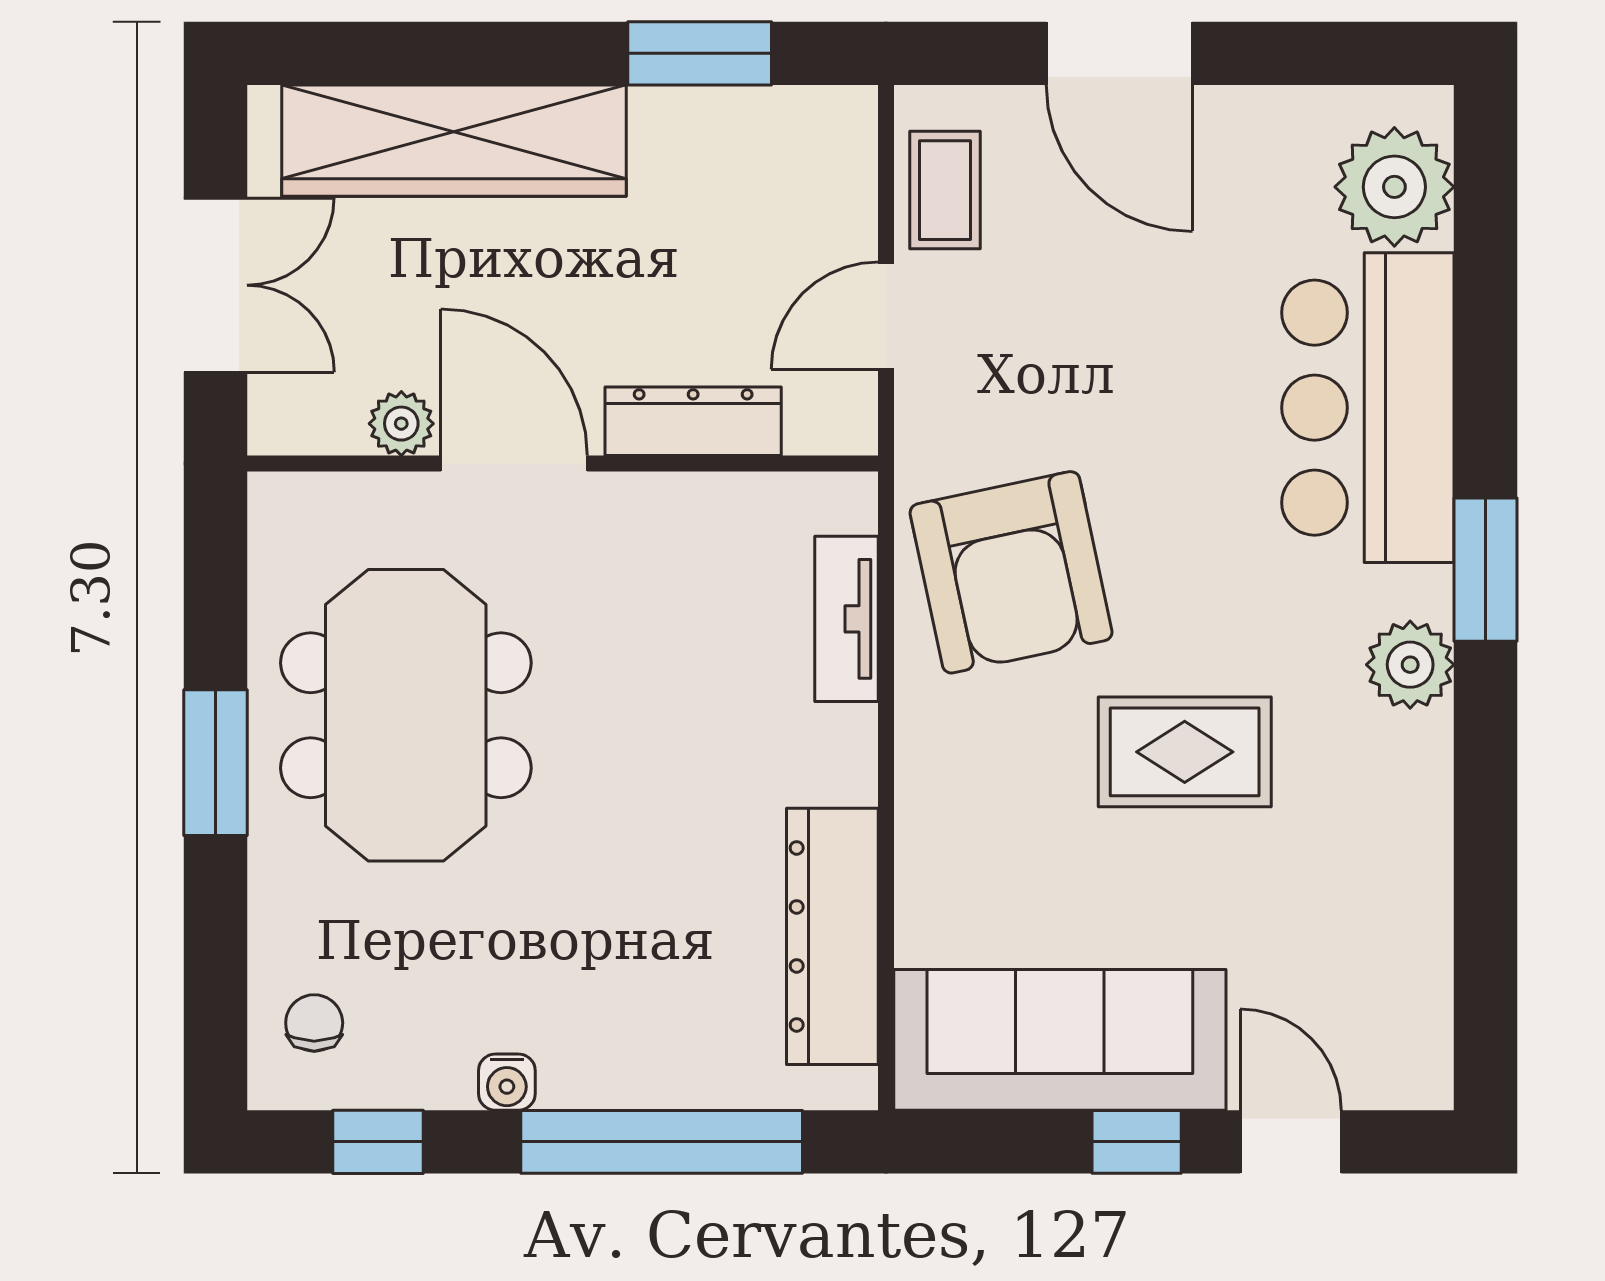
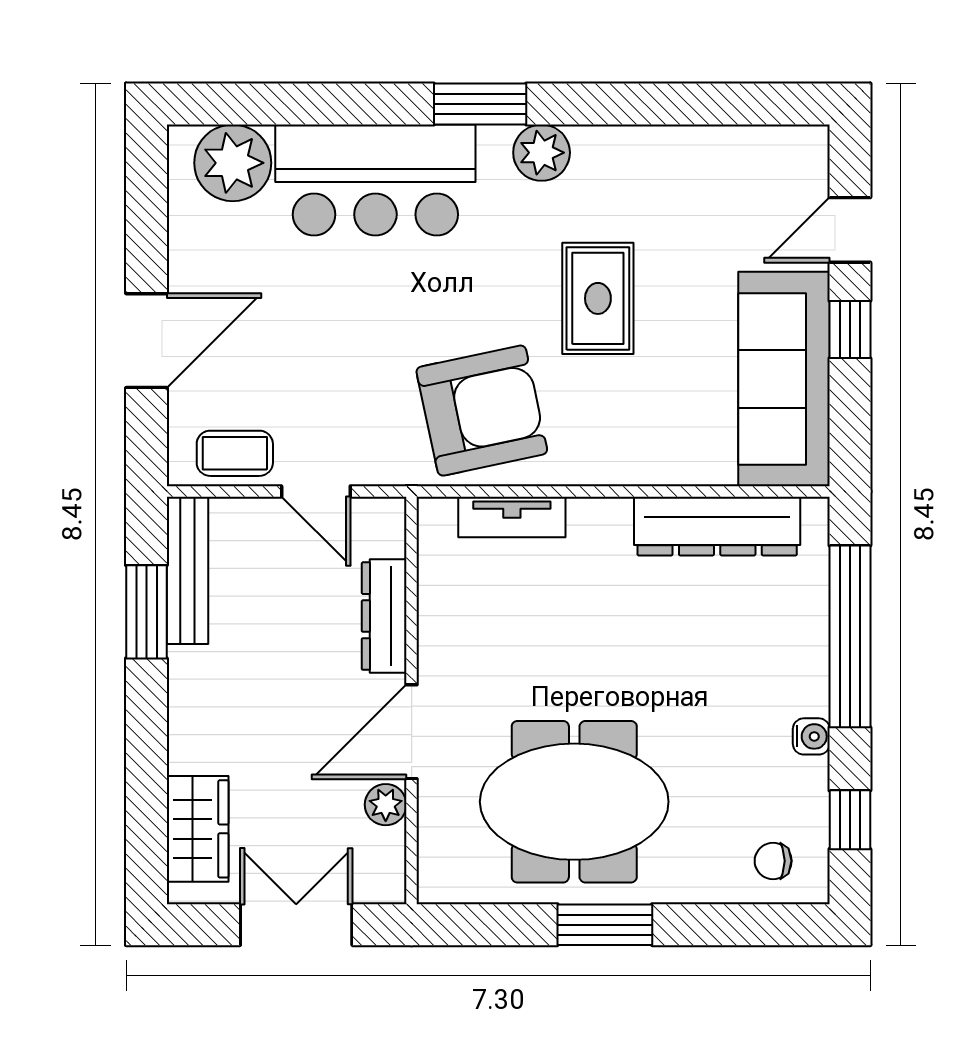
bench: (764, 117) -> (187, 570), added
wardrobe: (454, 141) -> (198, 829), width x0.48, depth x0.85

